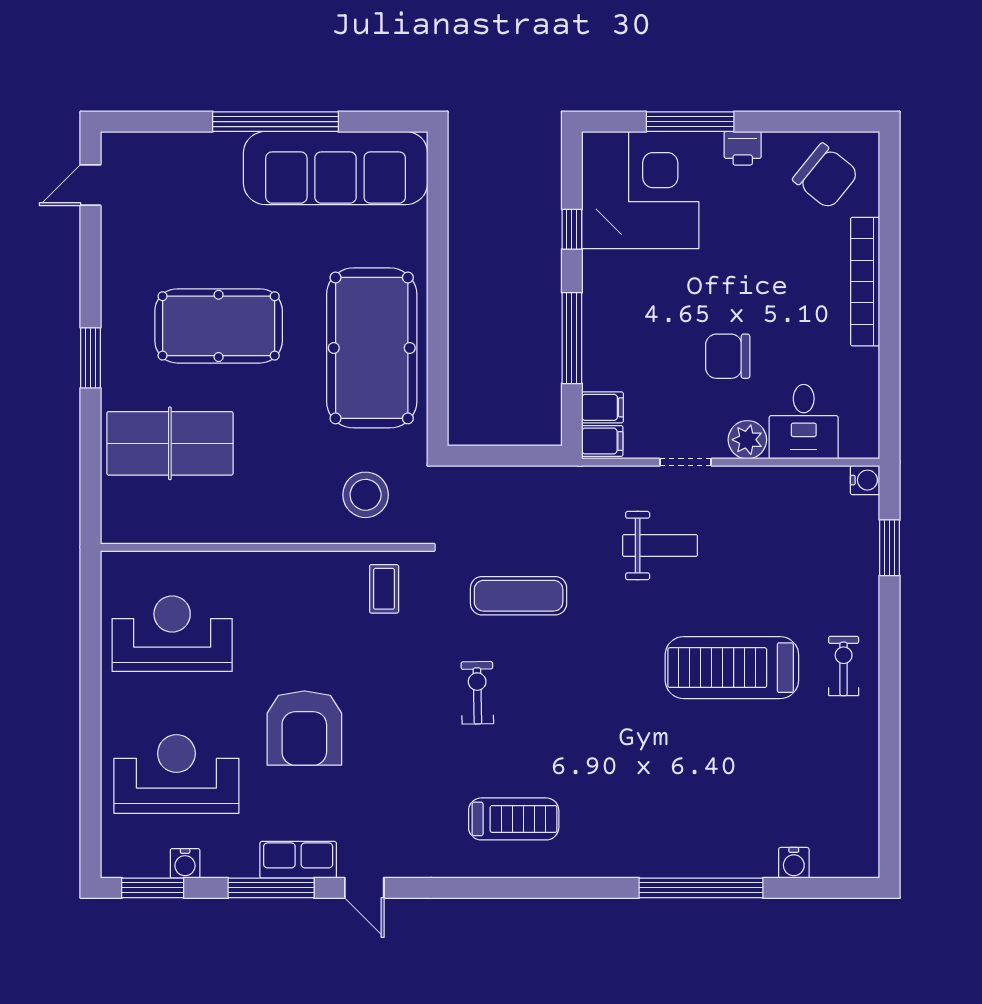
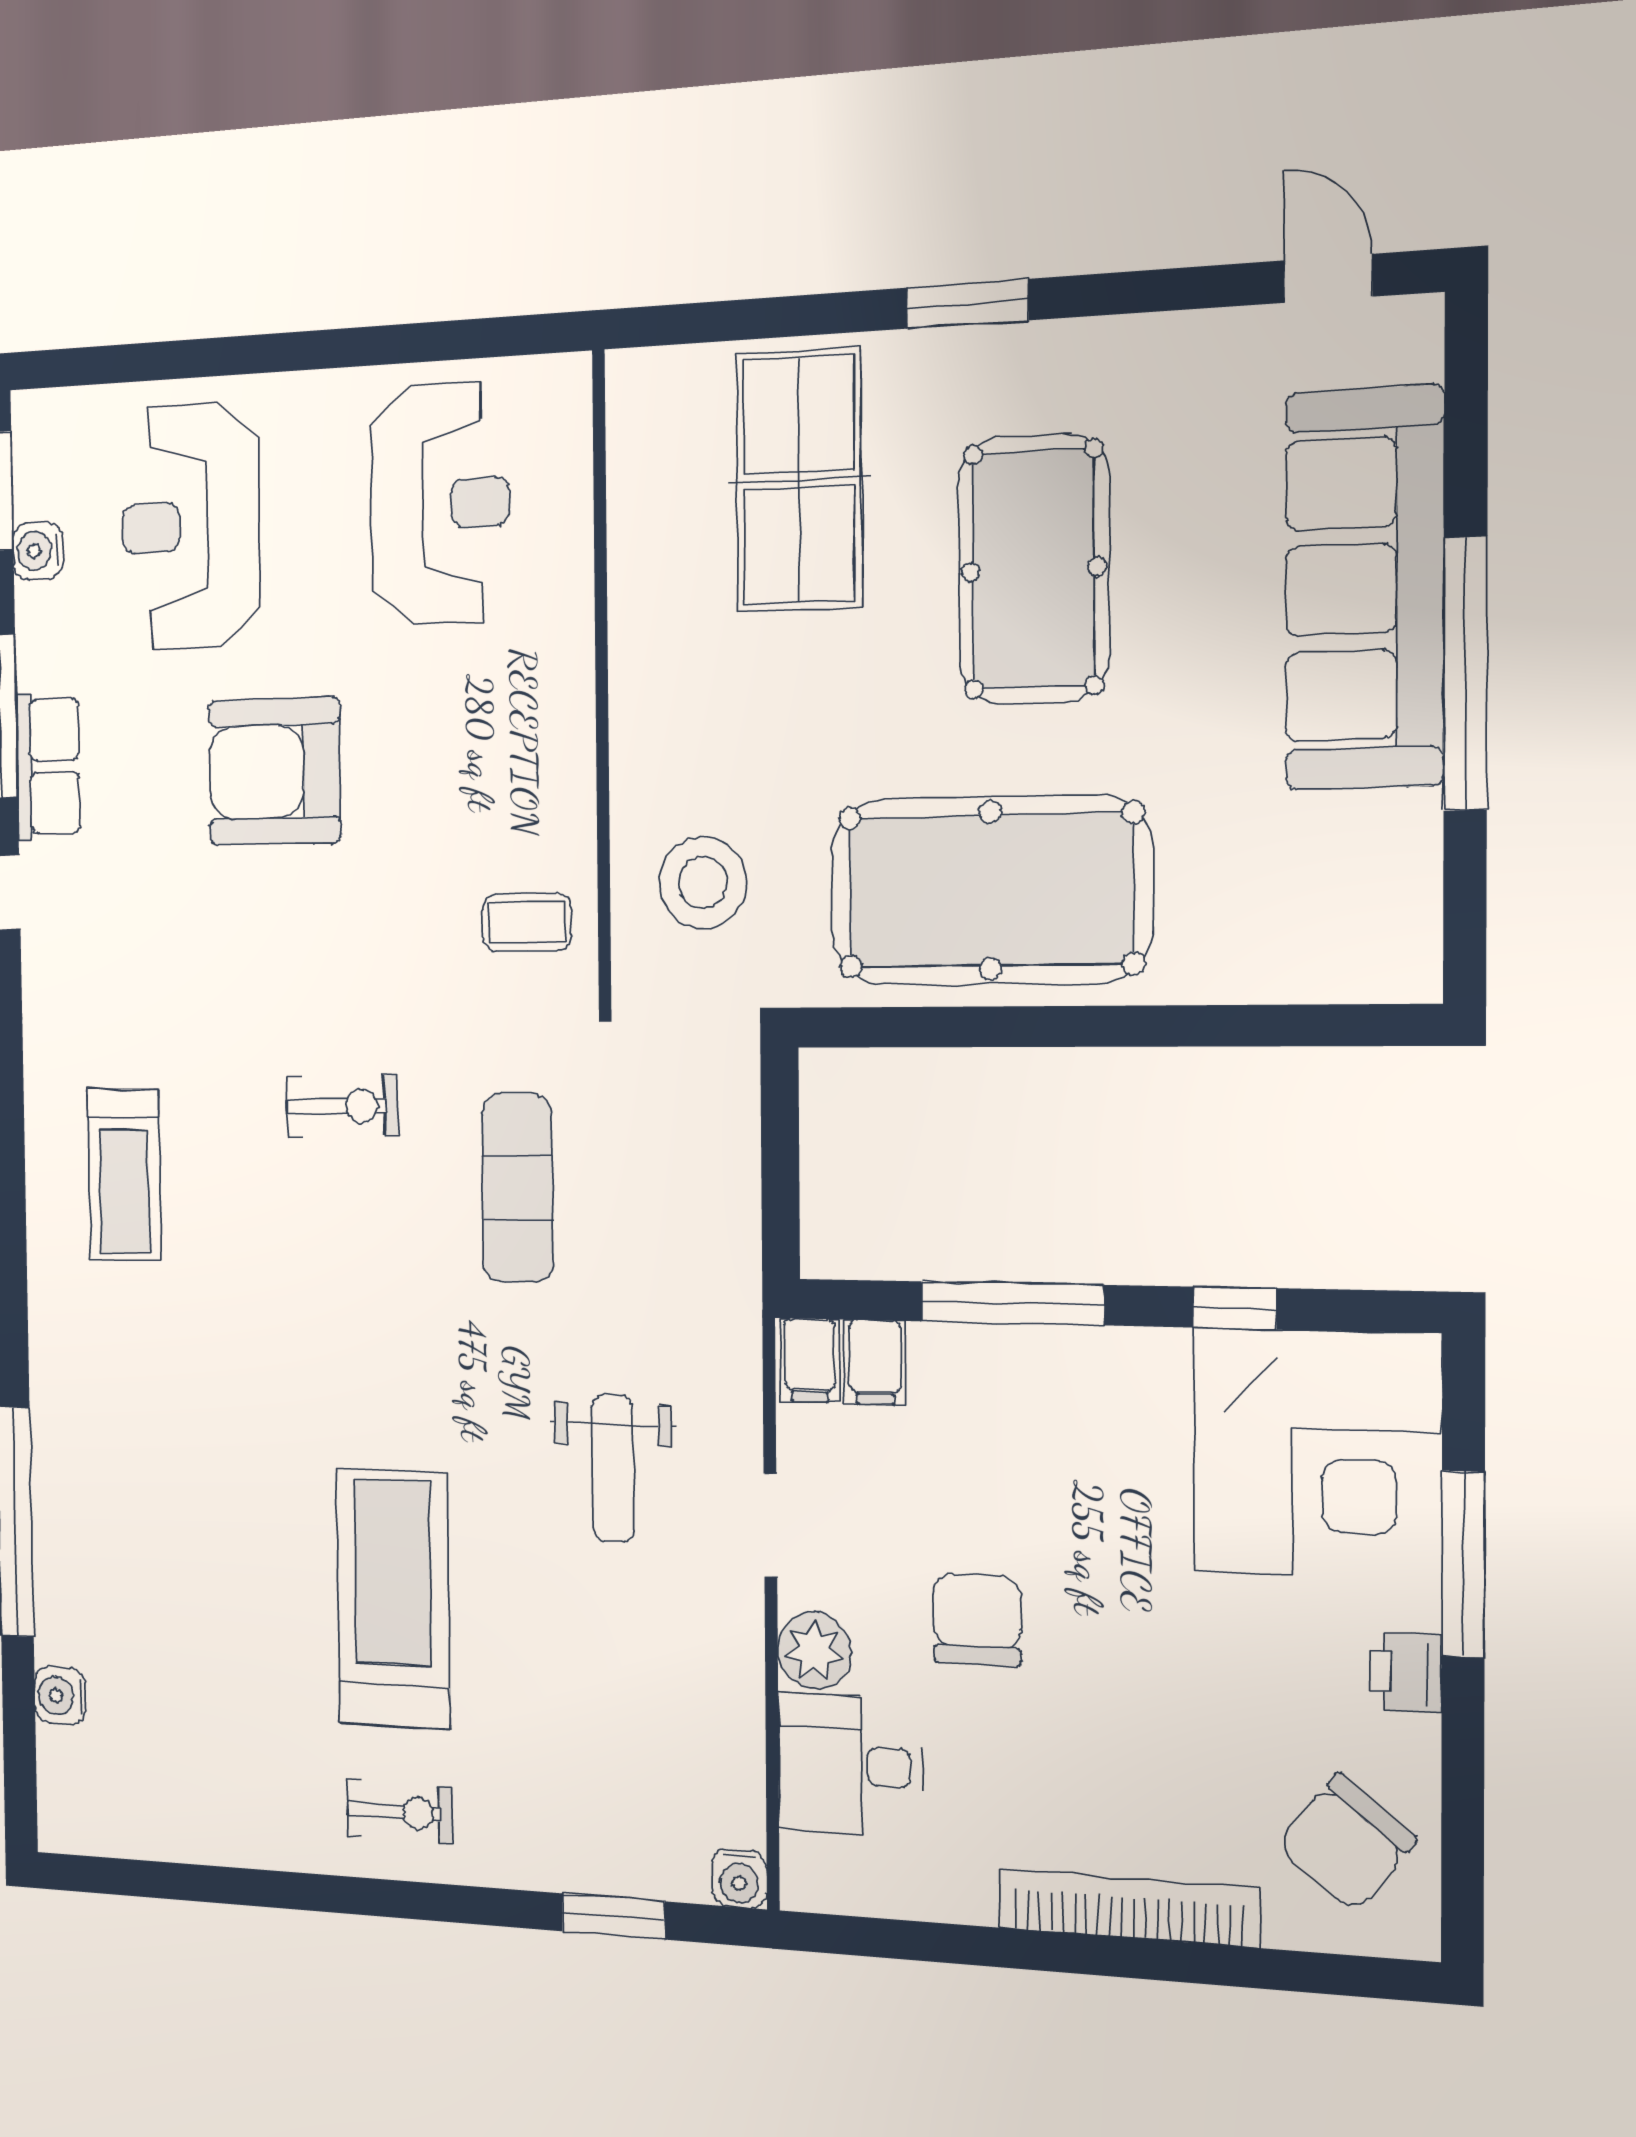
sofa: (336, 168) -> (1365, 589), moved
reception desk: (176, 774) -> (191, 526), turned 180

